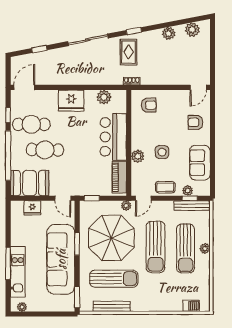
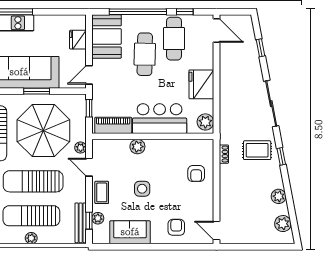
bar counter: (113, 137) -> (160, 119), moved
wall: (129, 143) -> (153, 136), moved
plant: (138, 156) -> (137, 147), moved
piano: (119, 177) -> (113, 125), moved

